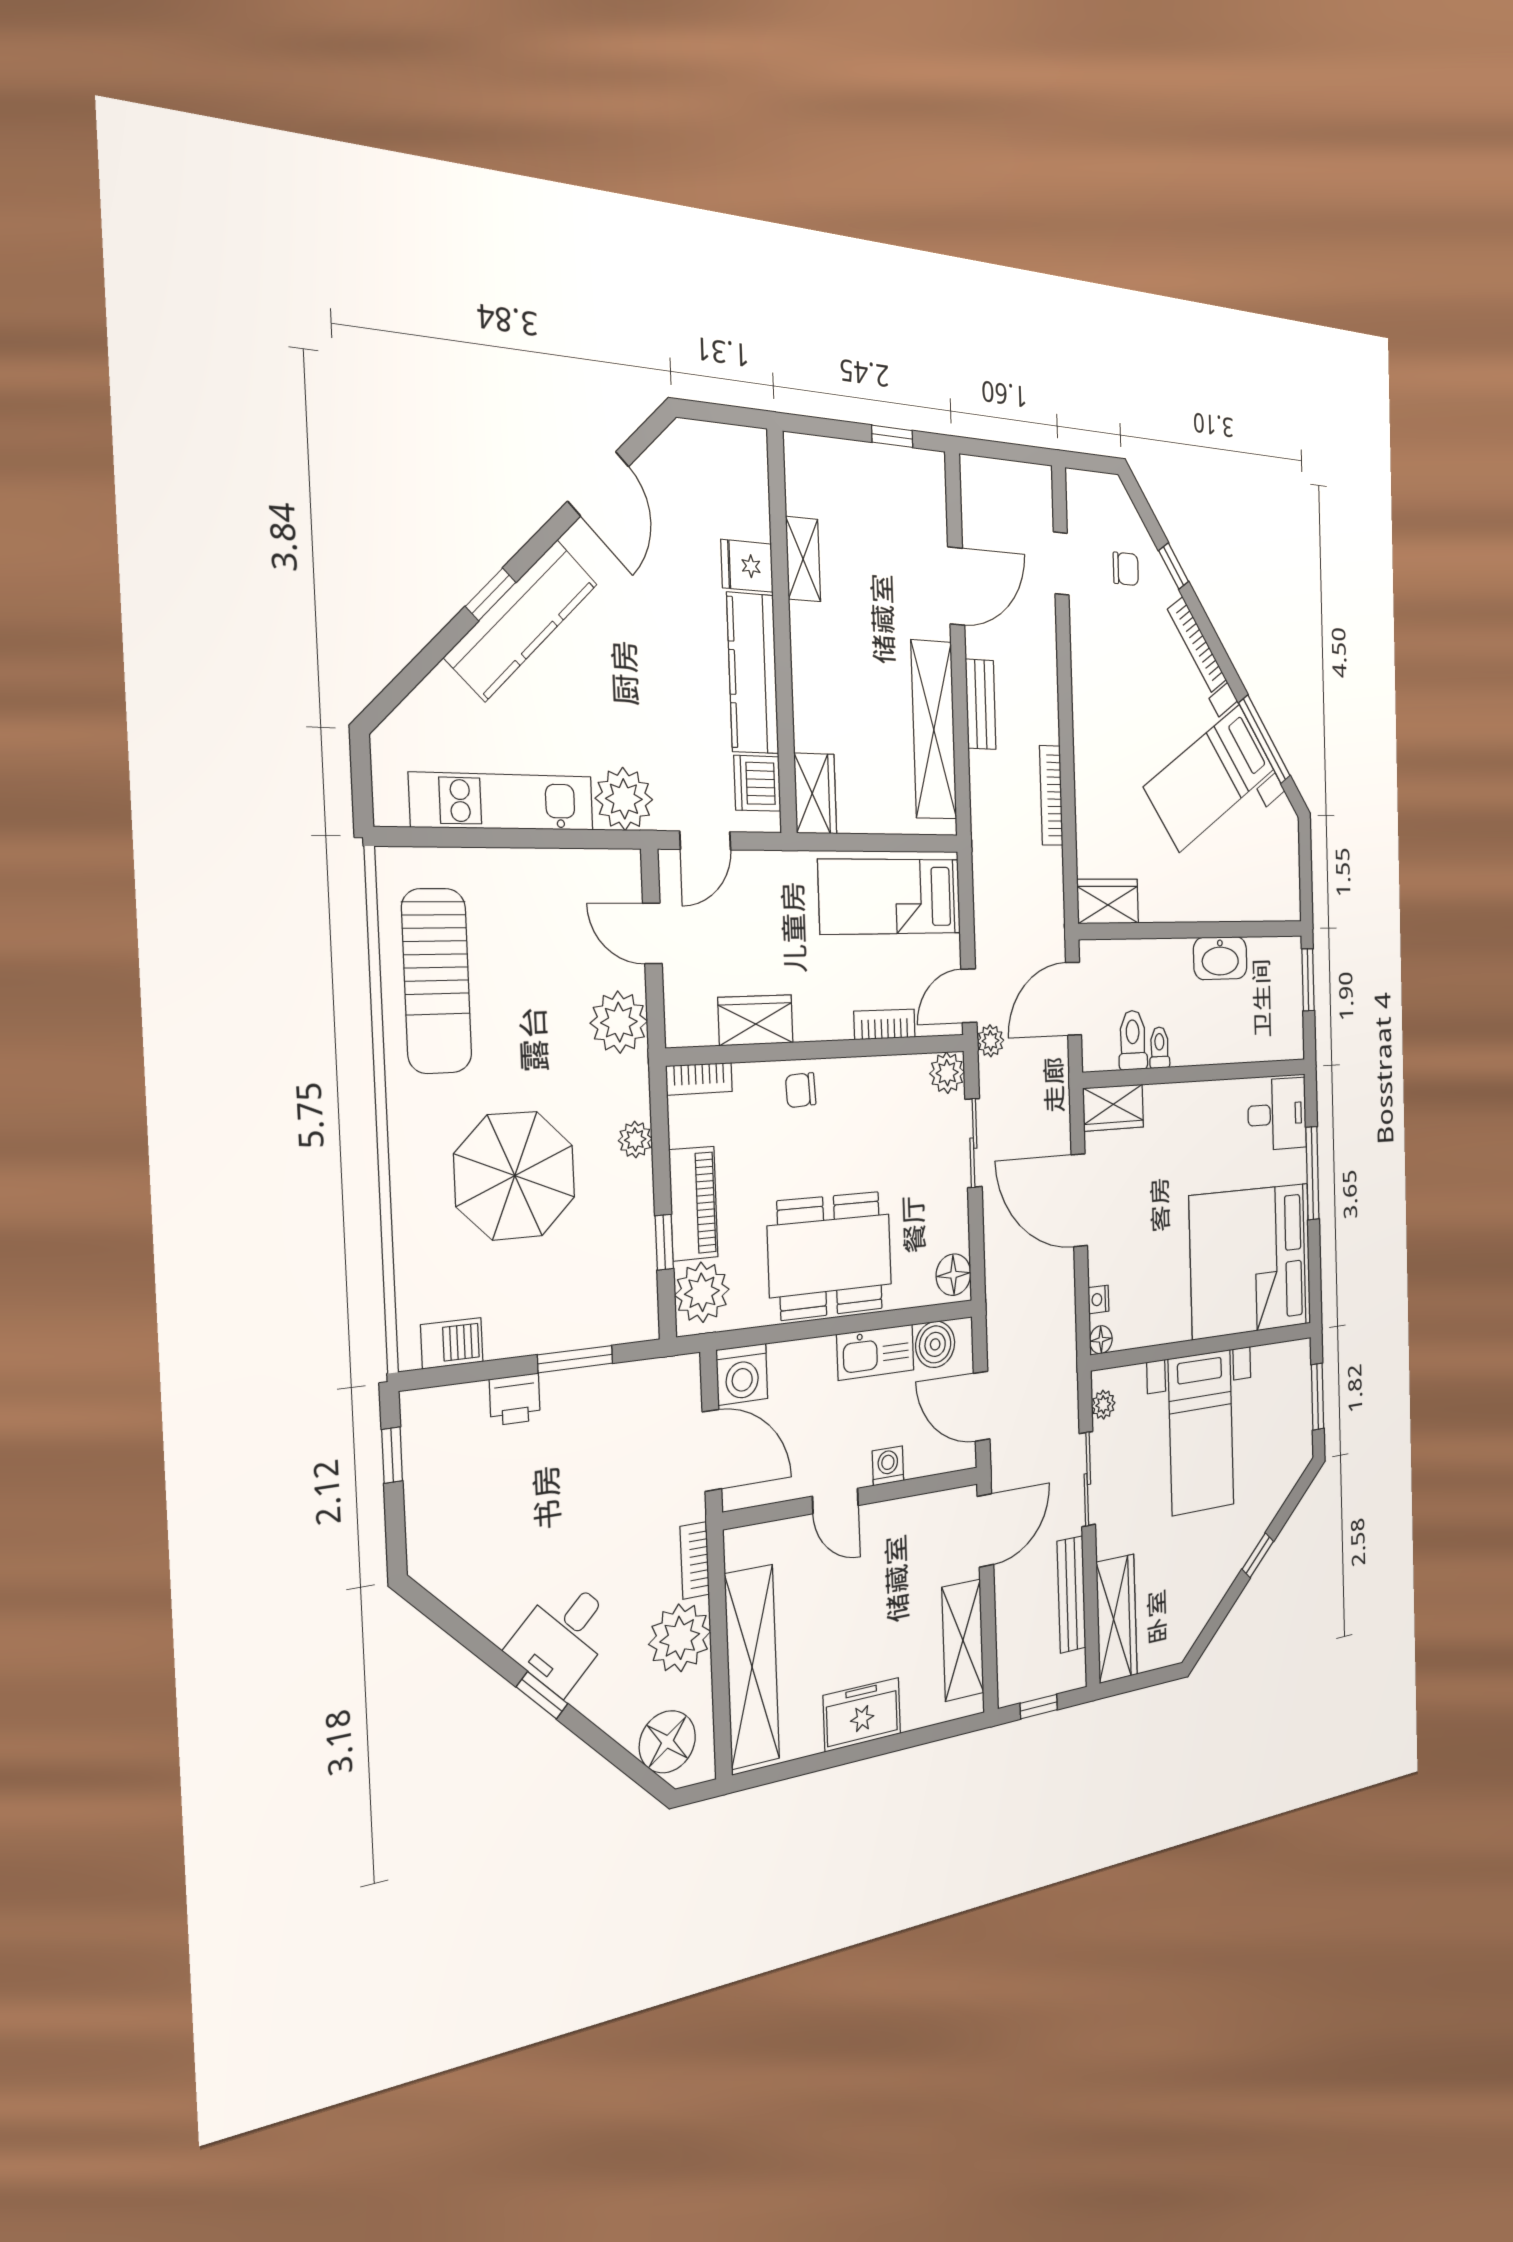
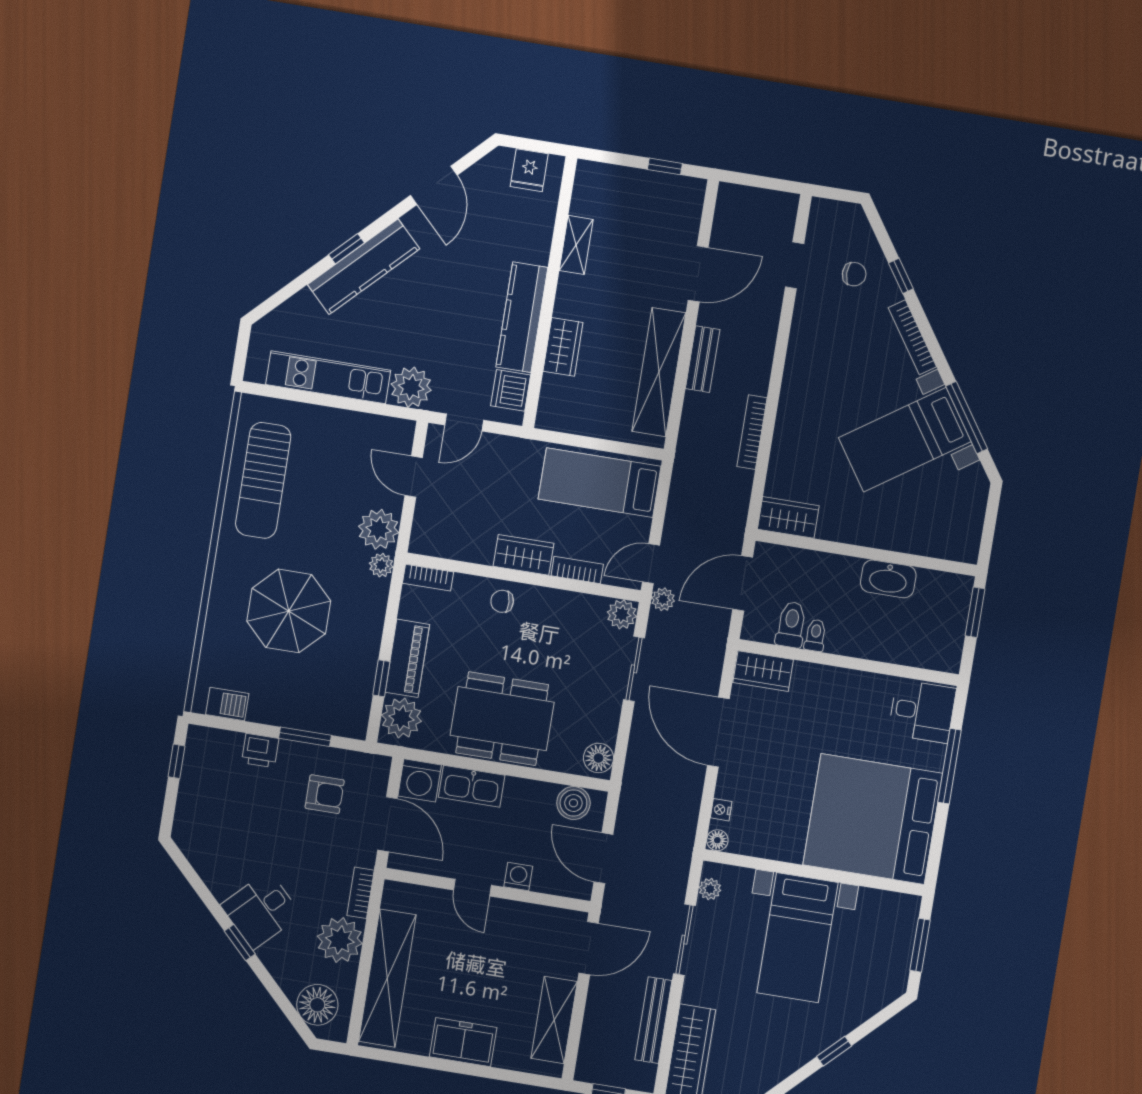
fridge: (747, 566) -> (529, 170), moved, turned -90
wardrobe: (815, 794) -> (563, 347), moved
wardrobe: (756, 1020) -> (524, 555), moved
plant: (635, 1140) -> (381, 565), moved
kitchen sink: (875, 1352) -> (472, 786), moved
armchair: (619, 1435) -> (325, 794), added

